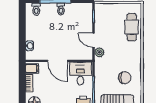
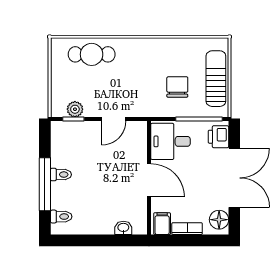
plant: (99, 52) -> (75, 109), moved
door: (58, 61) -> (149, 180), hinge flipped
chair: (125, 78) -> (177, 87), moved

